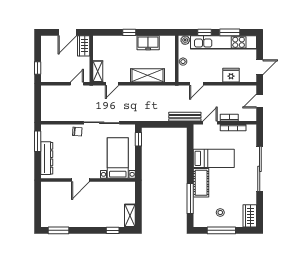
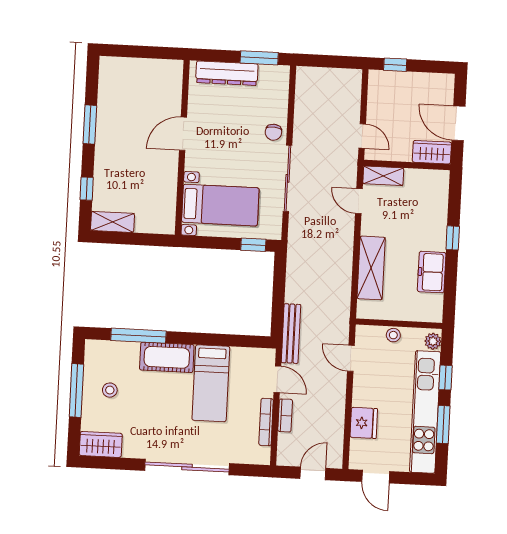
door: (260, 101) -> (313, 473), hinge flipped
door: (80, 180) -> (183, 134), hinge flipped
window: (58, 230) -> (90, 125), moved

